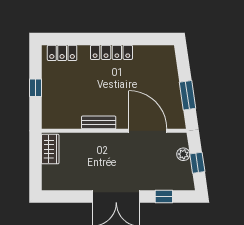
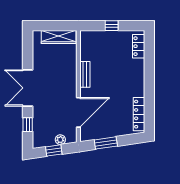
locker: (111, 52) -> (139, 114), moved
wardrobe: (50, 149) -> (59, 37), width x1.50

